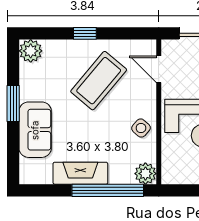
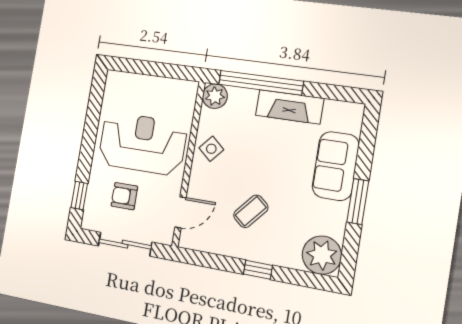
plant: (31, 51) -> (322, 255), width x1.36, depth x1.36
door: (159, 69) -> (181, 212), hinge flipped
coffee table: (99, 81) -> (251, 211), width x0.54, depth x0.58

